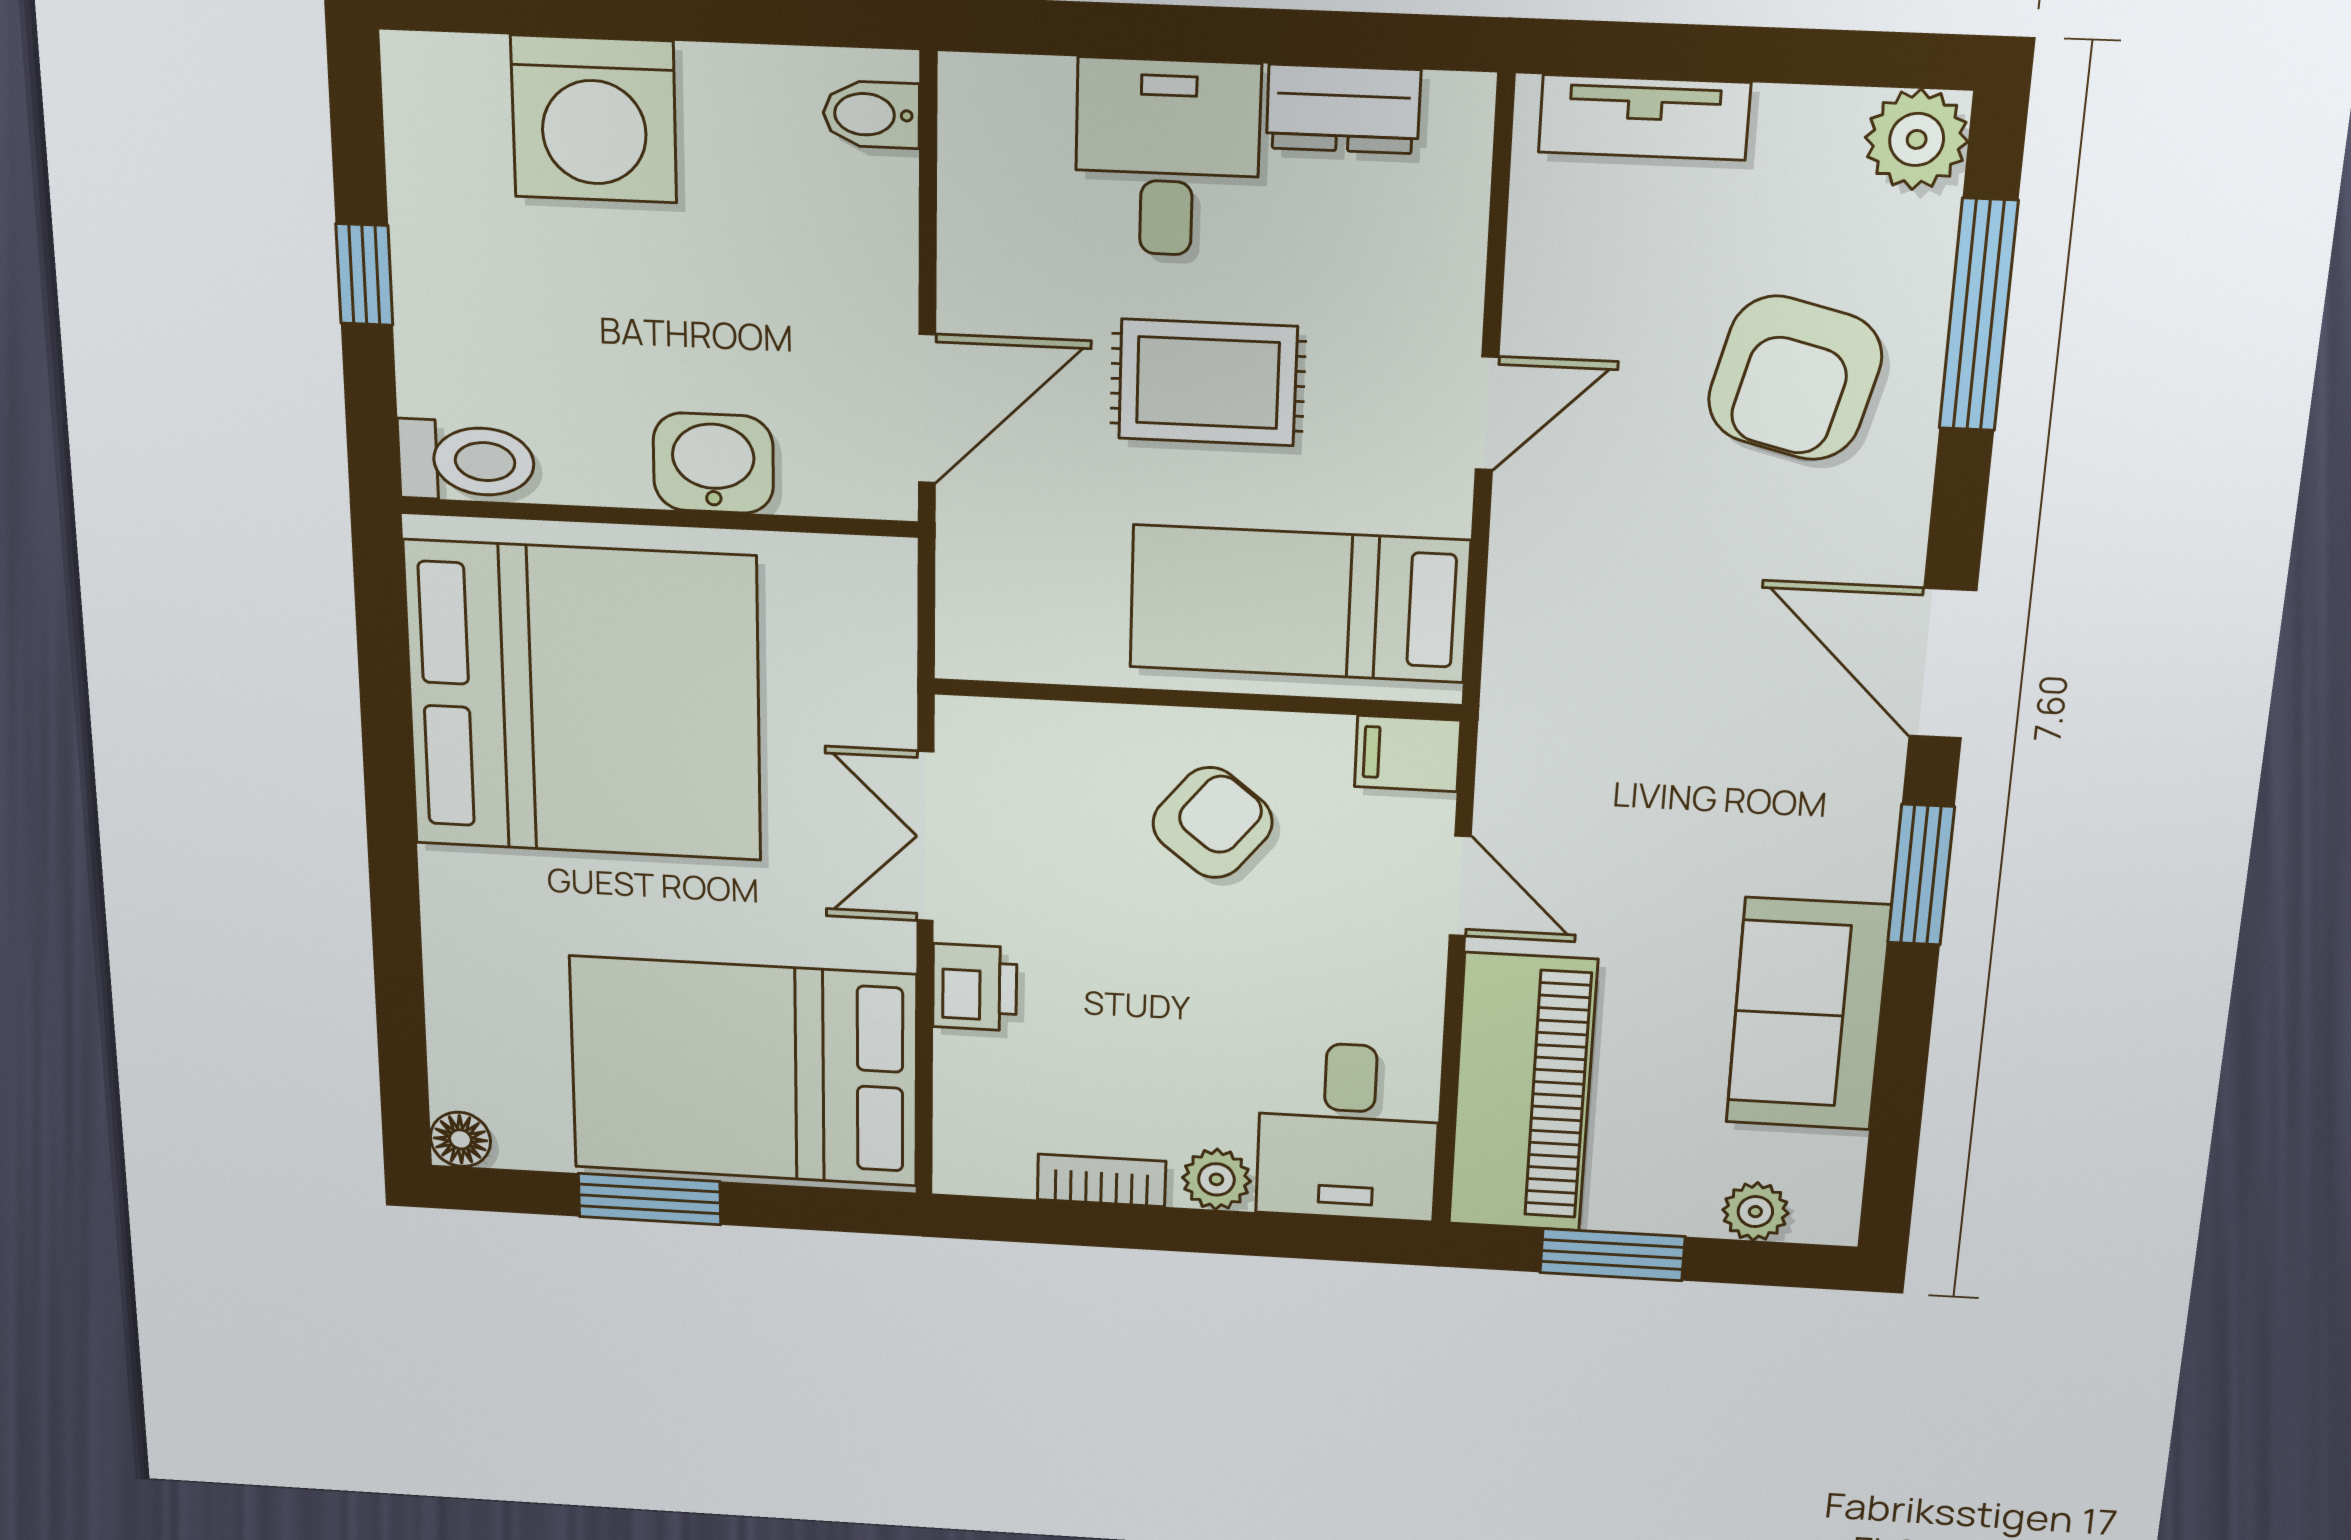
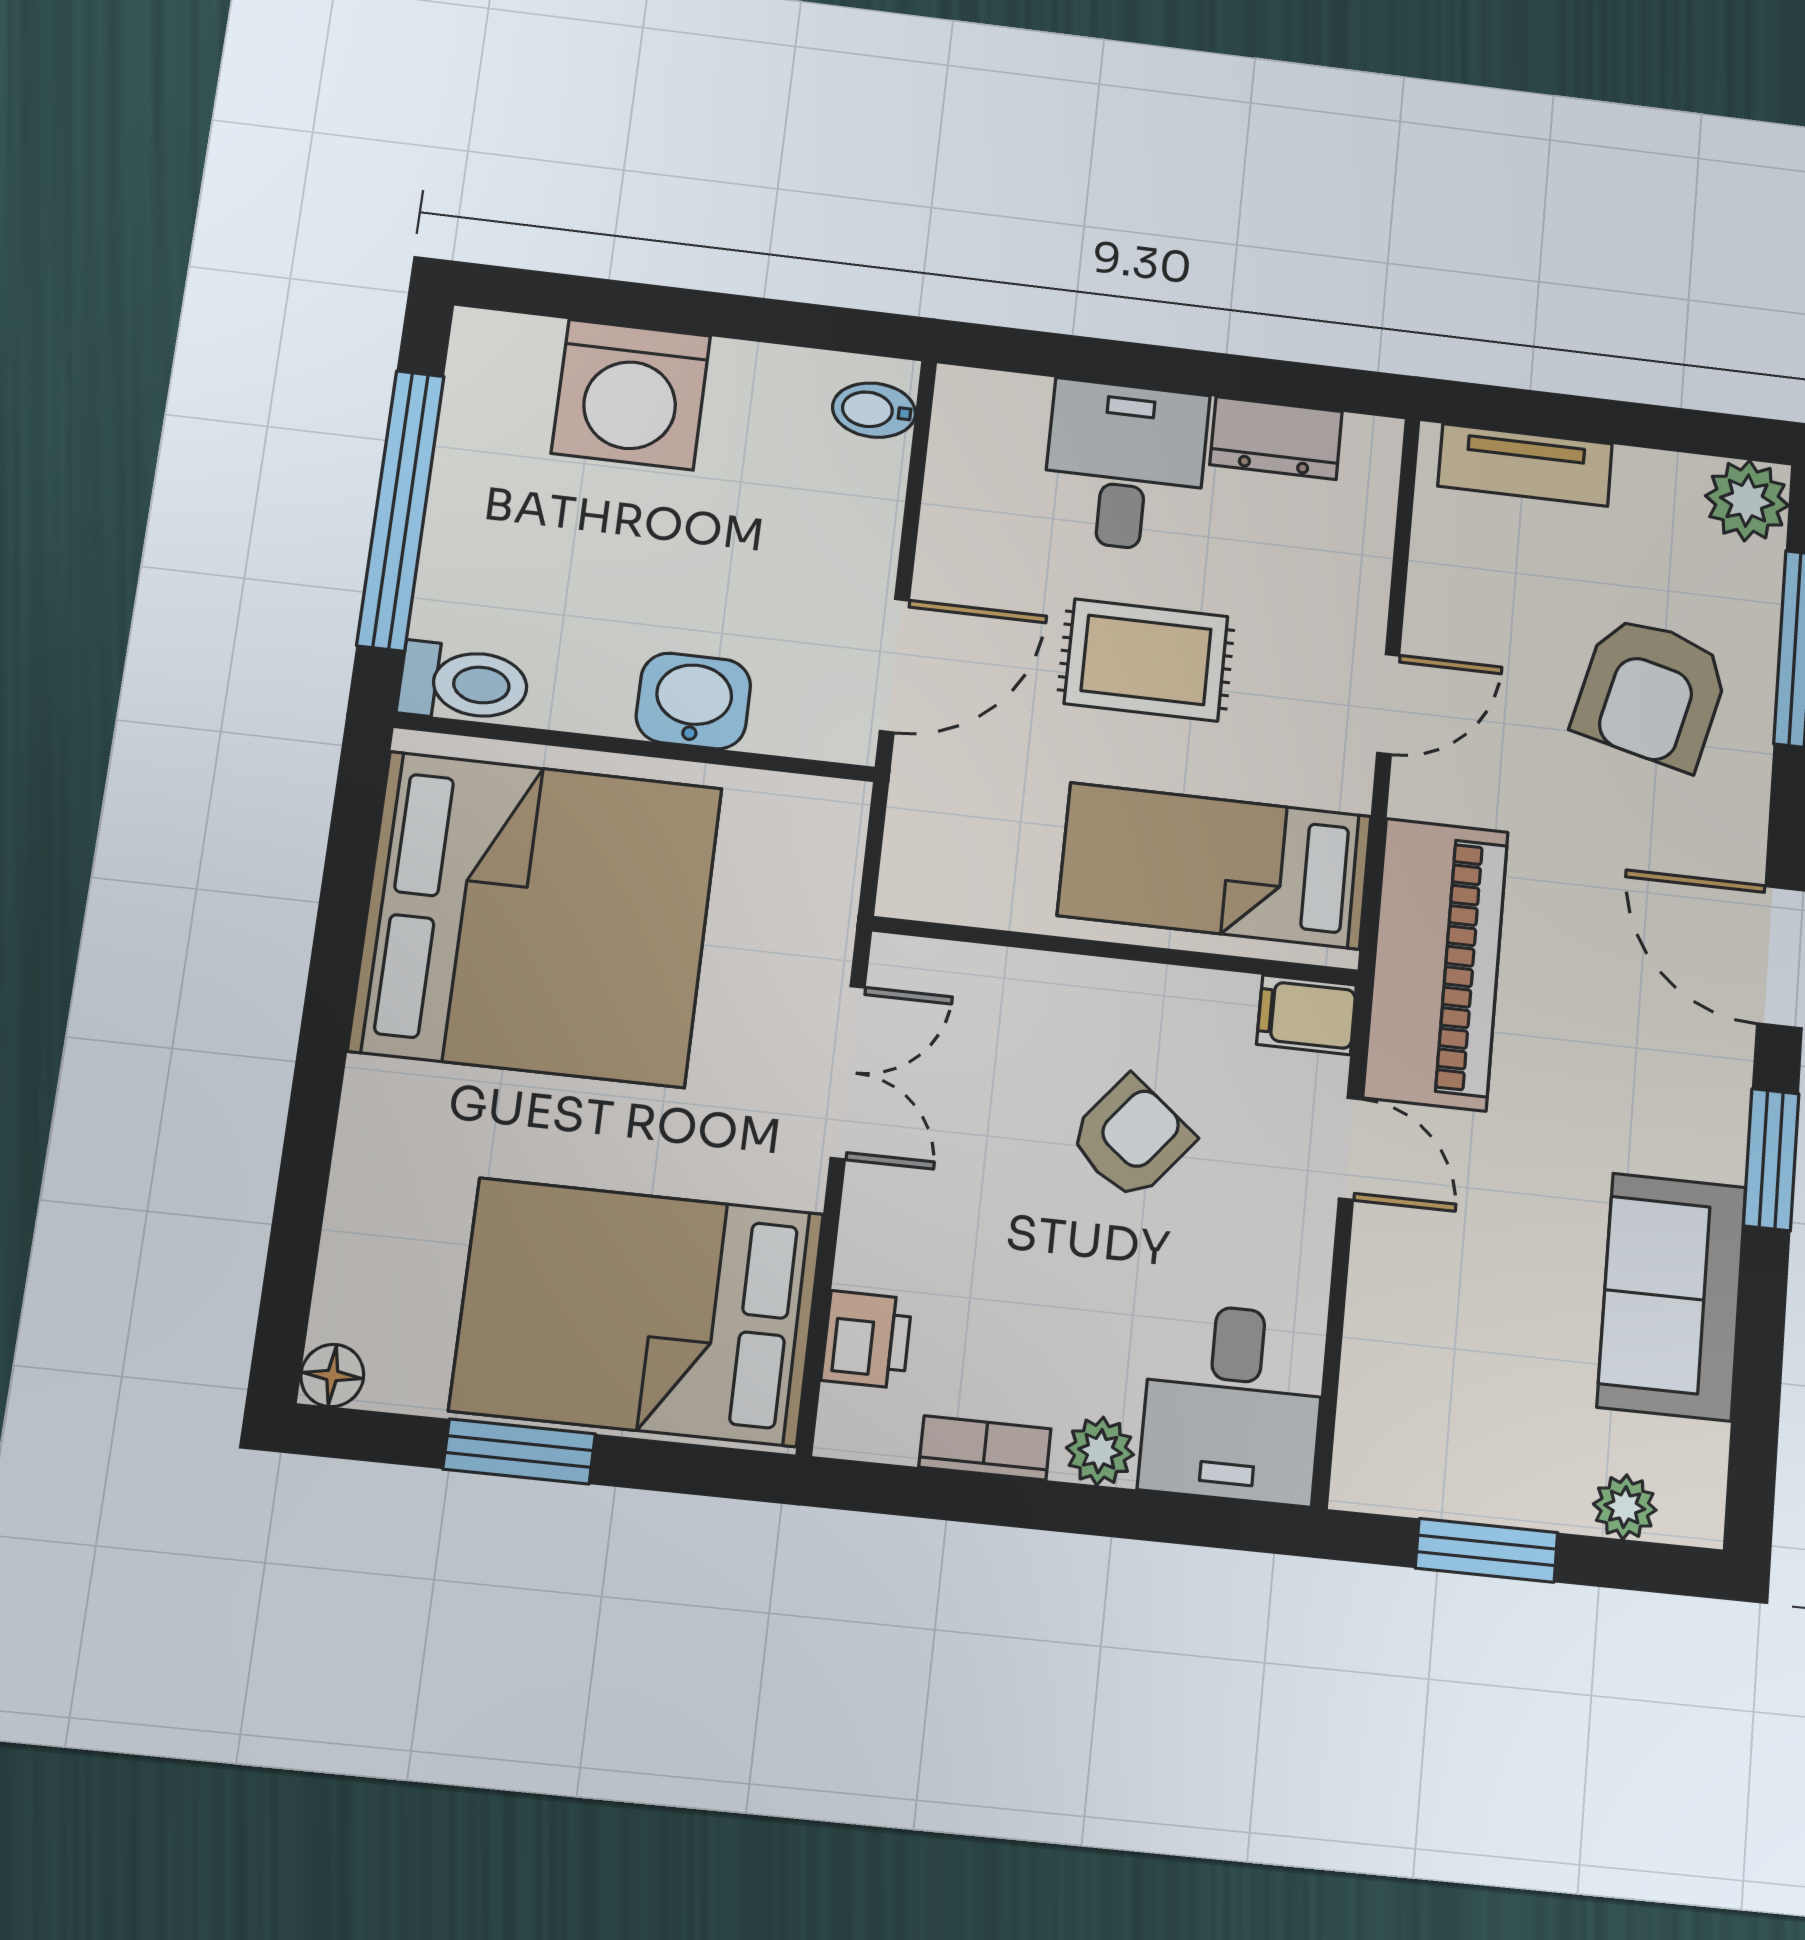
window: (364, 275) -> (401, 510), width x3.17
armchair: (1213, 823) -> (1131, 1138), moved
double door: (925, 837) -> (848, 1072), swing flipped
printer: (975, 987) -> (867, 1340), moved
piano: (1523, 1093) -> (1436, 964), moved

